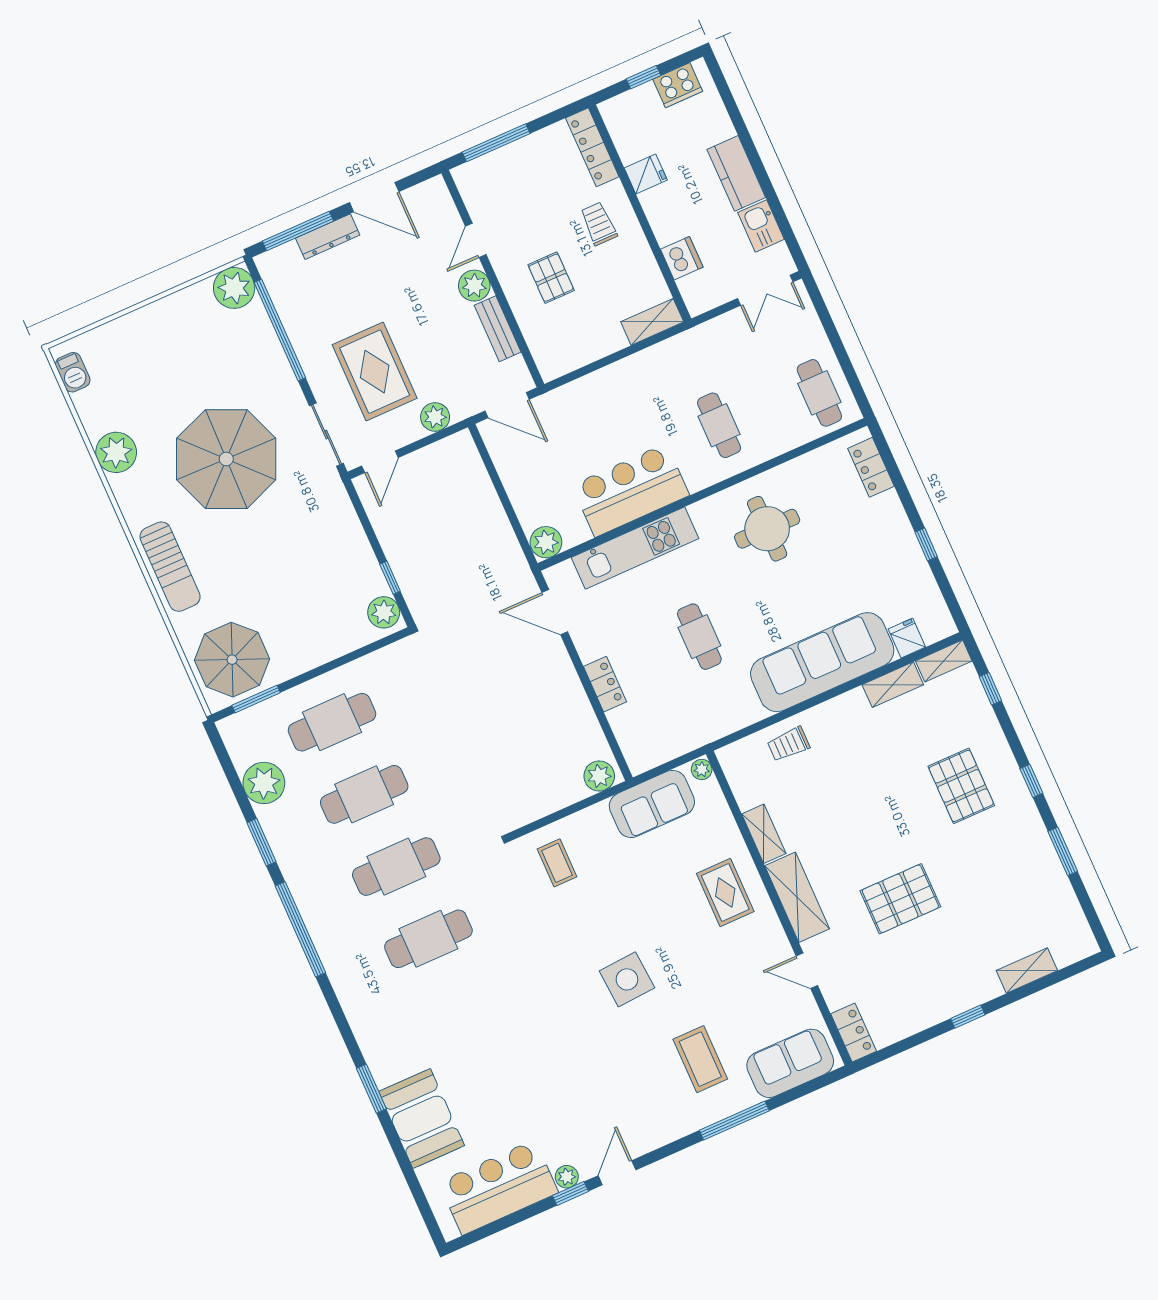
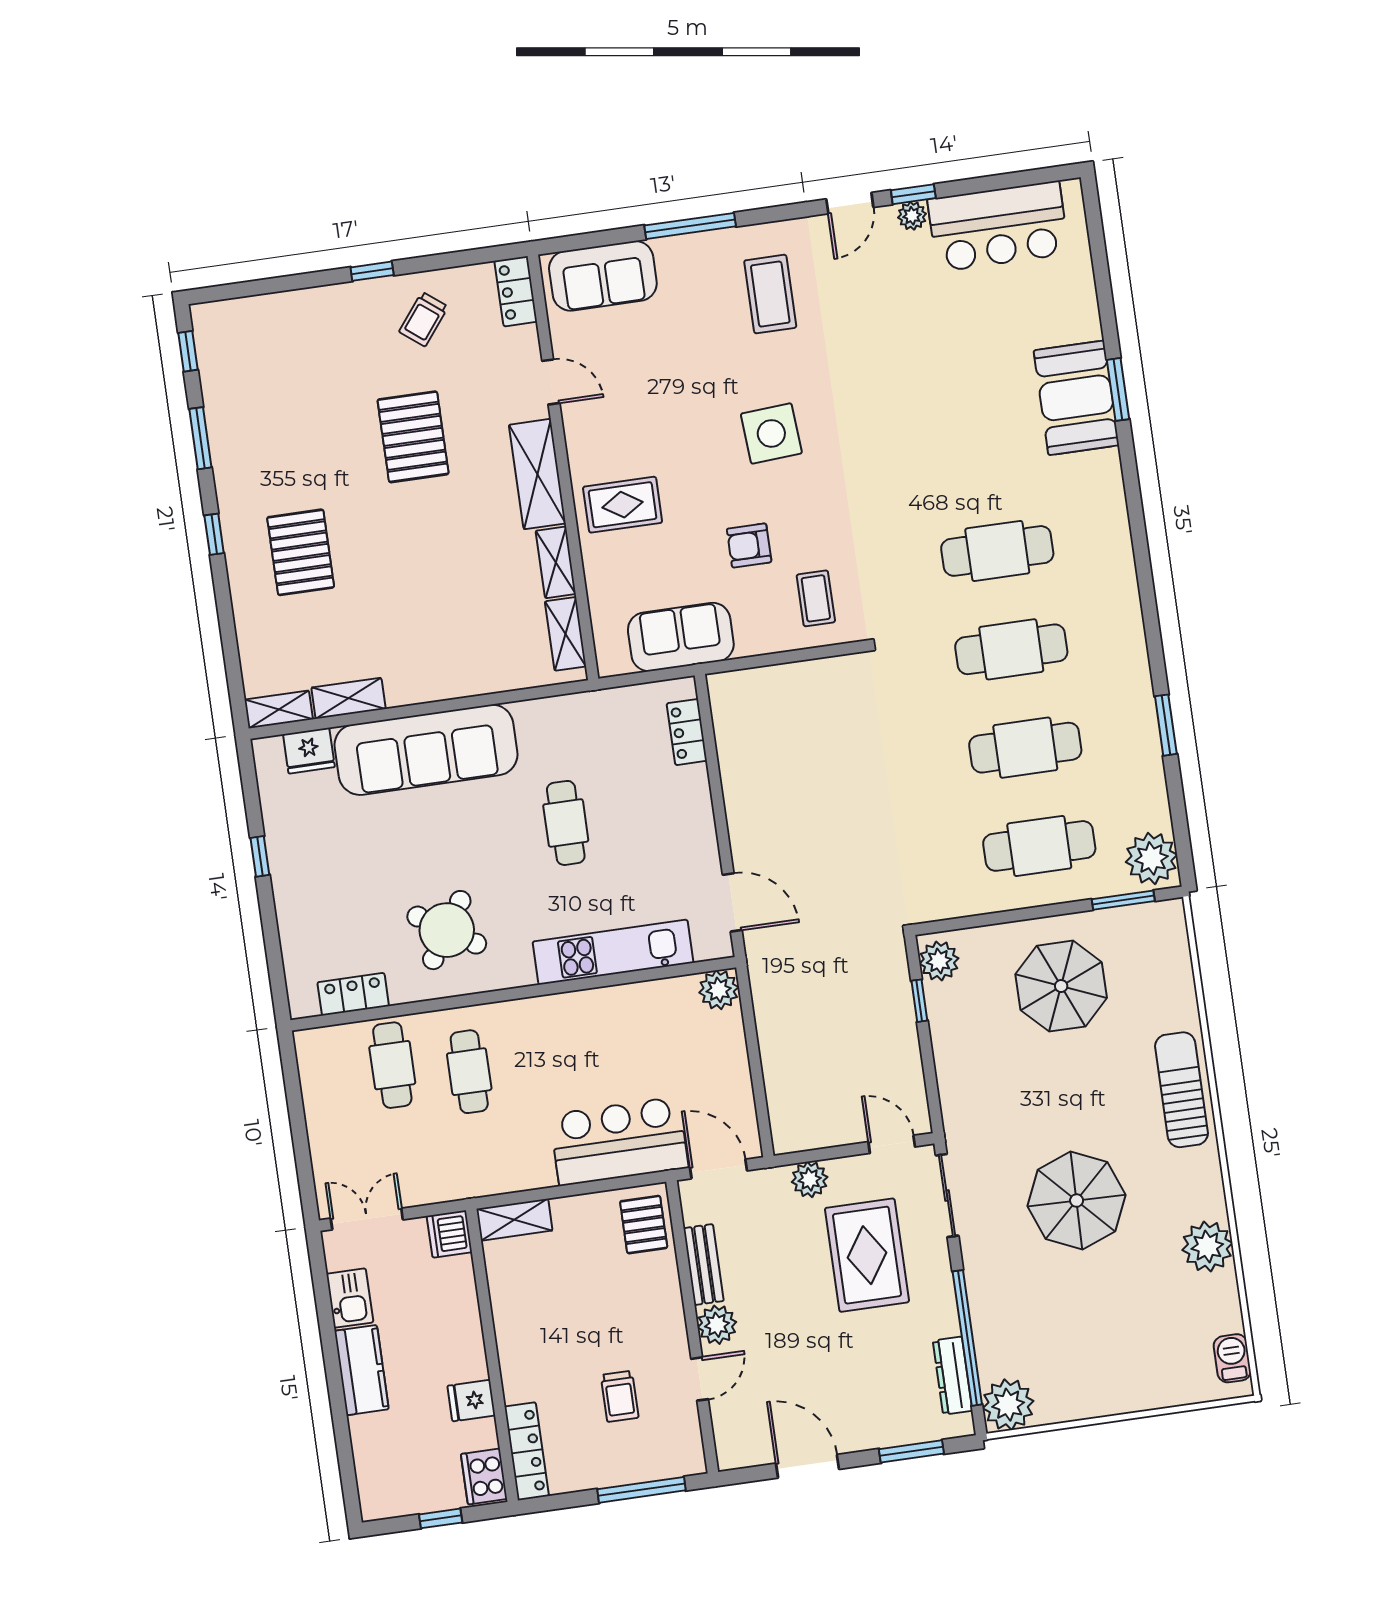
cooker: (678, 85) -> (484, 1477), moved, turned -90
trolley: (599, 224) -> (620, 1396), moved
window: (298, 231) -> (911, 1451), width x0.69
dresser: (328, 237) -> (953, 1376), moved, turned -90
dishwasher: (682, 258) -> (449, 1234), moved
pallet: (551, 278) -> (644, 1225), moved
cafe table: (819, 393) -> (392, 1065), moved
parasol: (226, 459) -> (1077, 1201), width x0.73, depth x0.73
door: (380, 462) -> (892, 1144), hinge flipped
locker: (871, 467) -> (353, 994), moved, turned -90
bar counter: (631, 490) -> (619, 1141), moved, turned 180
round table: (767, 529) -> (447, 930), turned 33
fridge: (907, 638) -> (309, 751), width x1.38
parasol: (232, 660) -> (1061, 986), moved
locker: (605, 684) -> (687, 732), moved
window: (990, 689) -> (188, 351), moved
trolley: (788, 744) -> (424, 319), moved, turned 128
plant: (702, 769) -> (609, 662), removed
plant: (599, 776) -> (735, 689), removed
plant: (264, 783) -> (1151, 858), moved
armchair: (620, 889) -> (749, 545), added
rug: (725, 892) -> (623, 505), turned 90
pallet: (900, 899) -> (413, 437), turned 90
window: (300, 929) -> (1149, 606), removed
shelving: (1027, 971) -> (565, 634), moved, turned 90
coffee table: (700, 1059) -> (770, 294), moved
booth: (422, 1119) -> (1076, 398), moved

